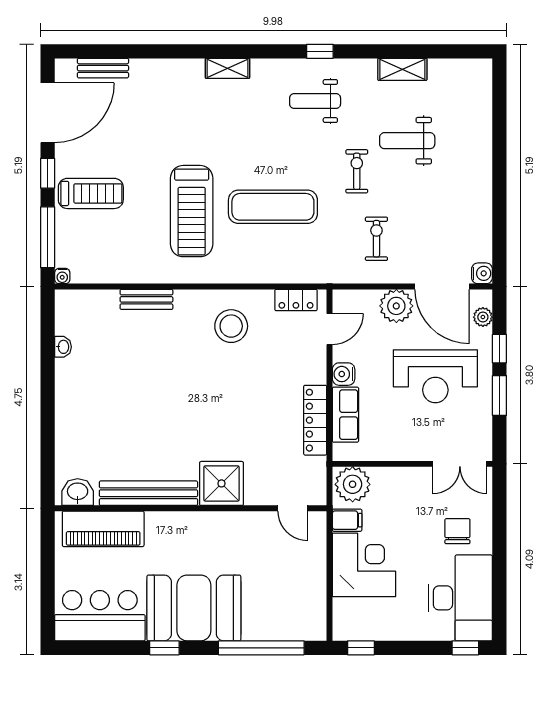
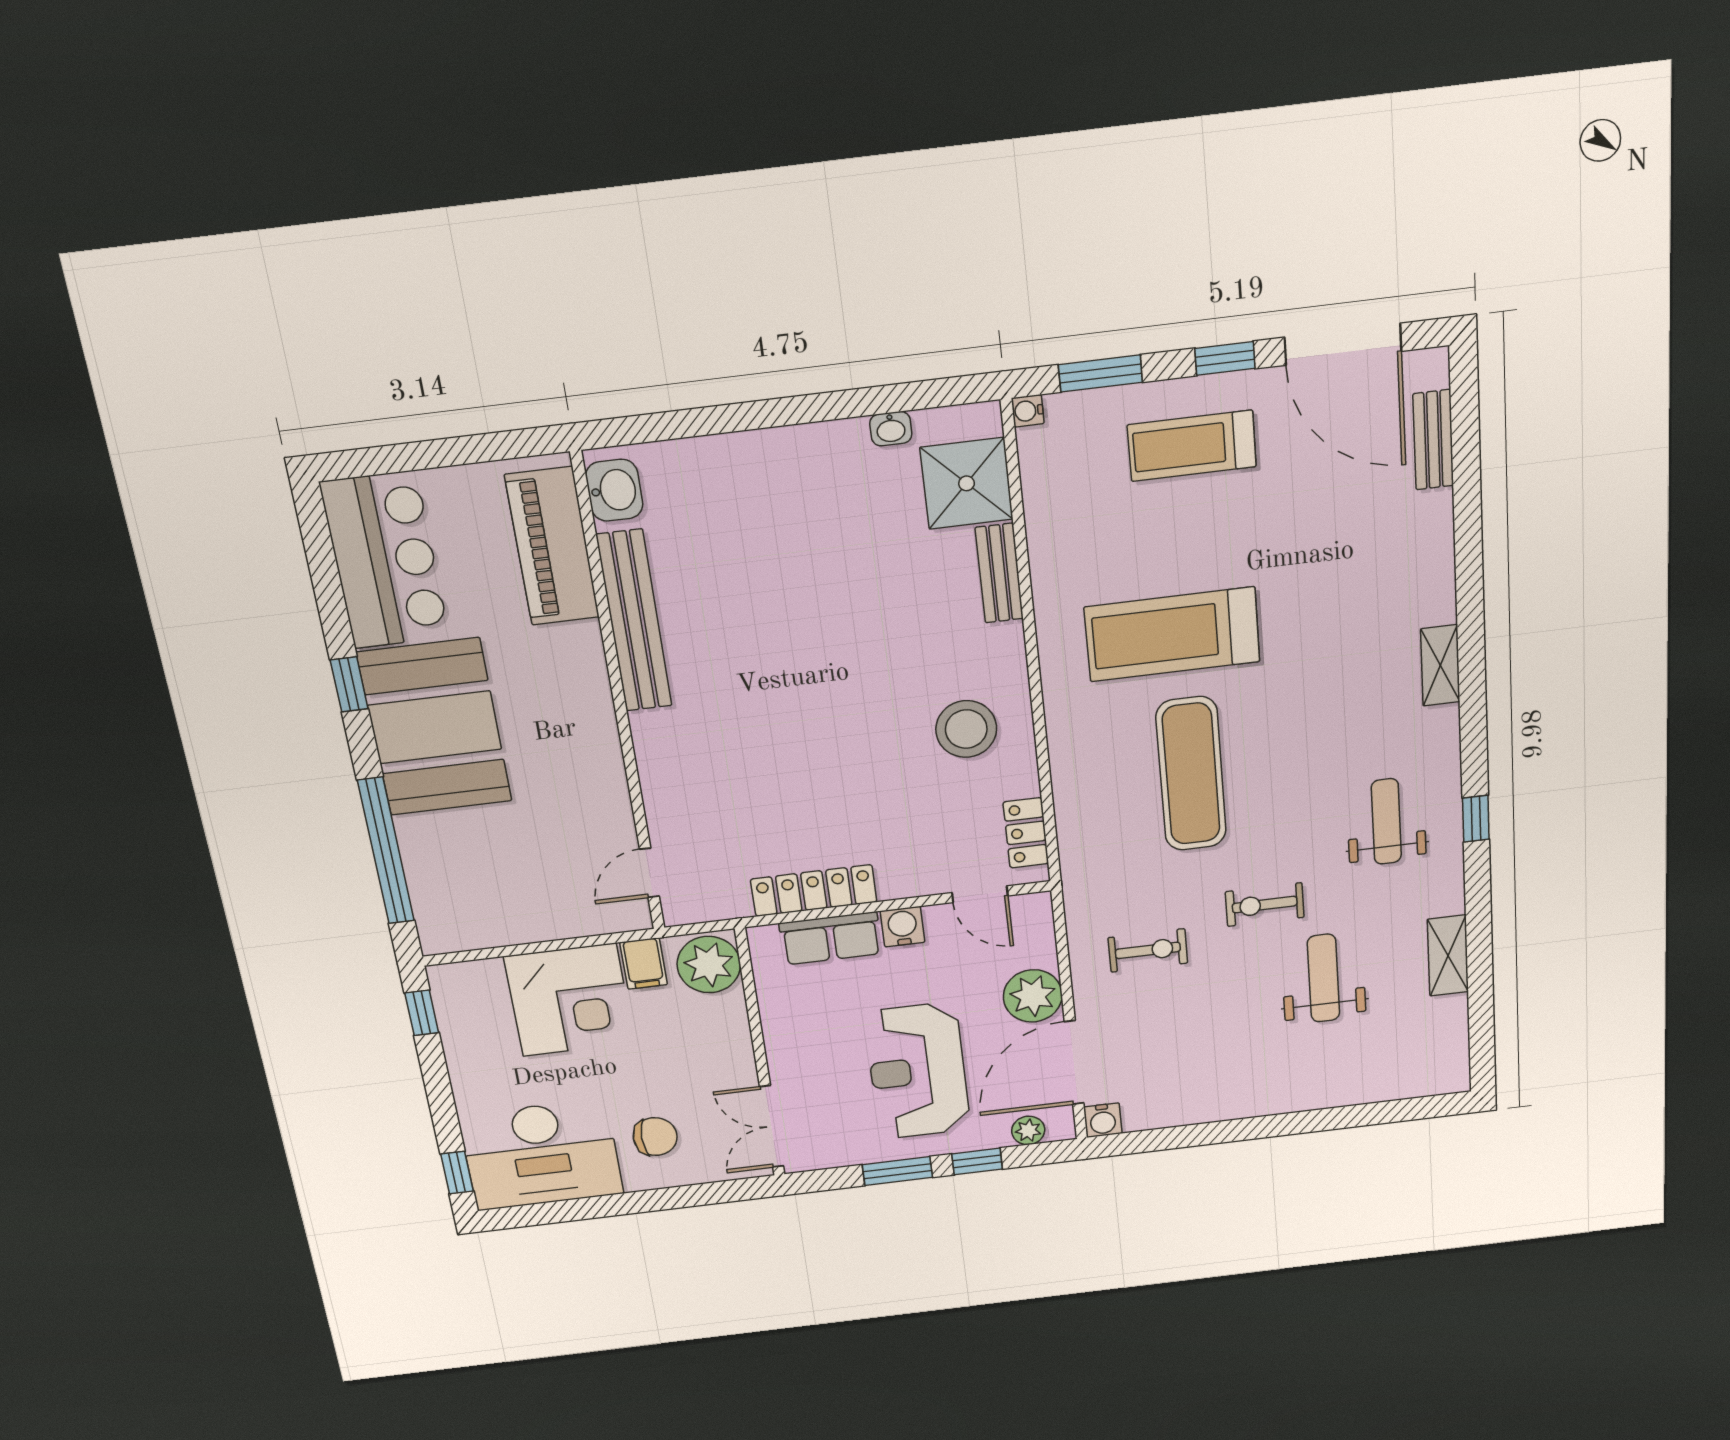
exercise bike: (357, 171) -> (1265, 905), turned 180
treadmill: (91, 193) -> (1192, 446), turned 90
window: (48, 237) -> (1100, 373), width x0.69
shower: (221, 483) -> (967, 483), moved

